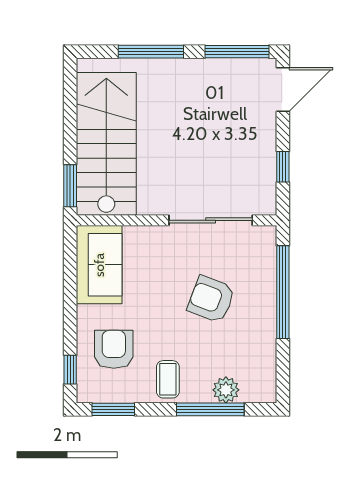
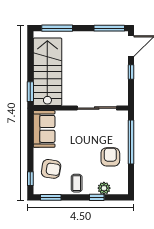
window: (151, 52) -> (57, 28), moved
window: (283, 167) -> (131, 72), moved
armchair: (211, 299) -> (110, 157), moved, turned 69
armchair: (114, 349) -> (51, 169), turned 99
window: (210, 409) -> (97, 197), width x0.46

